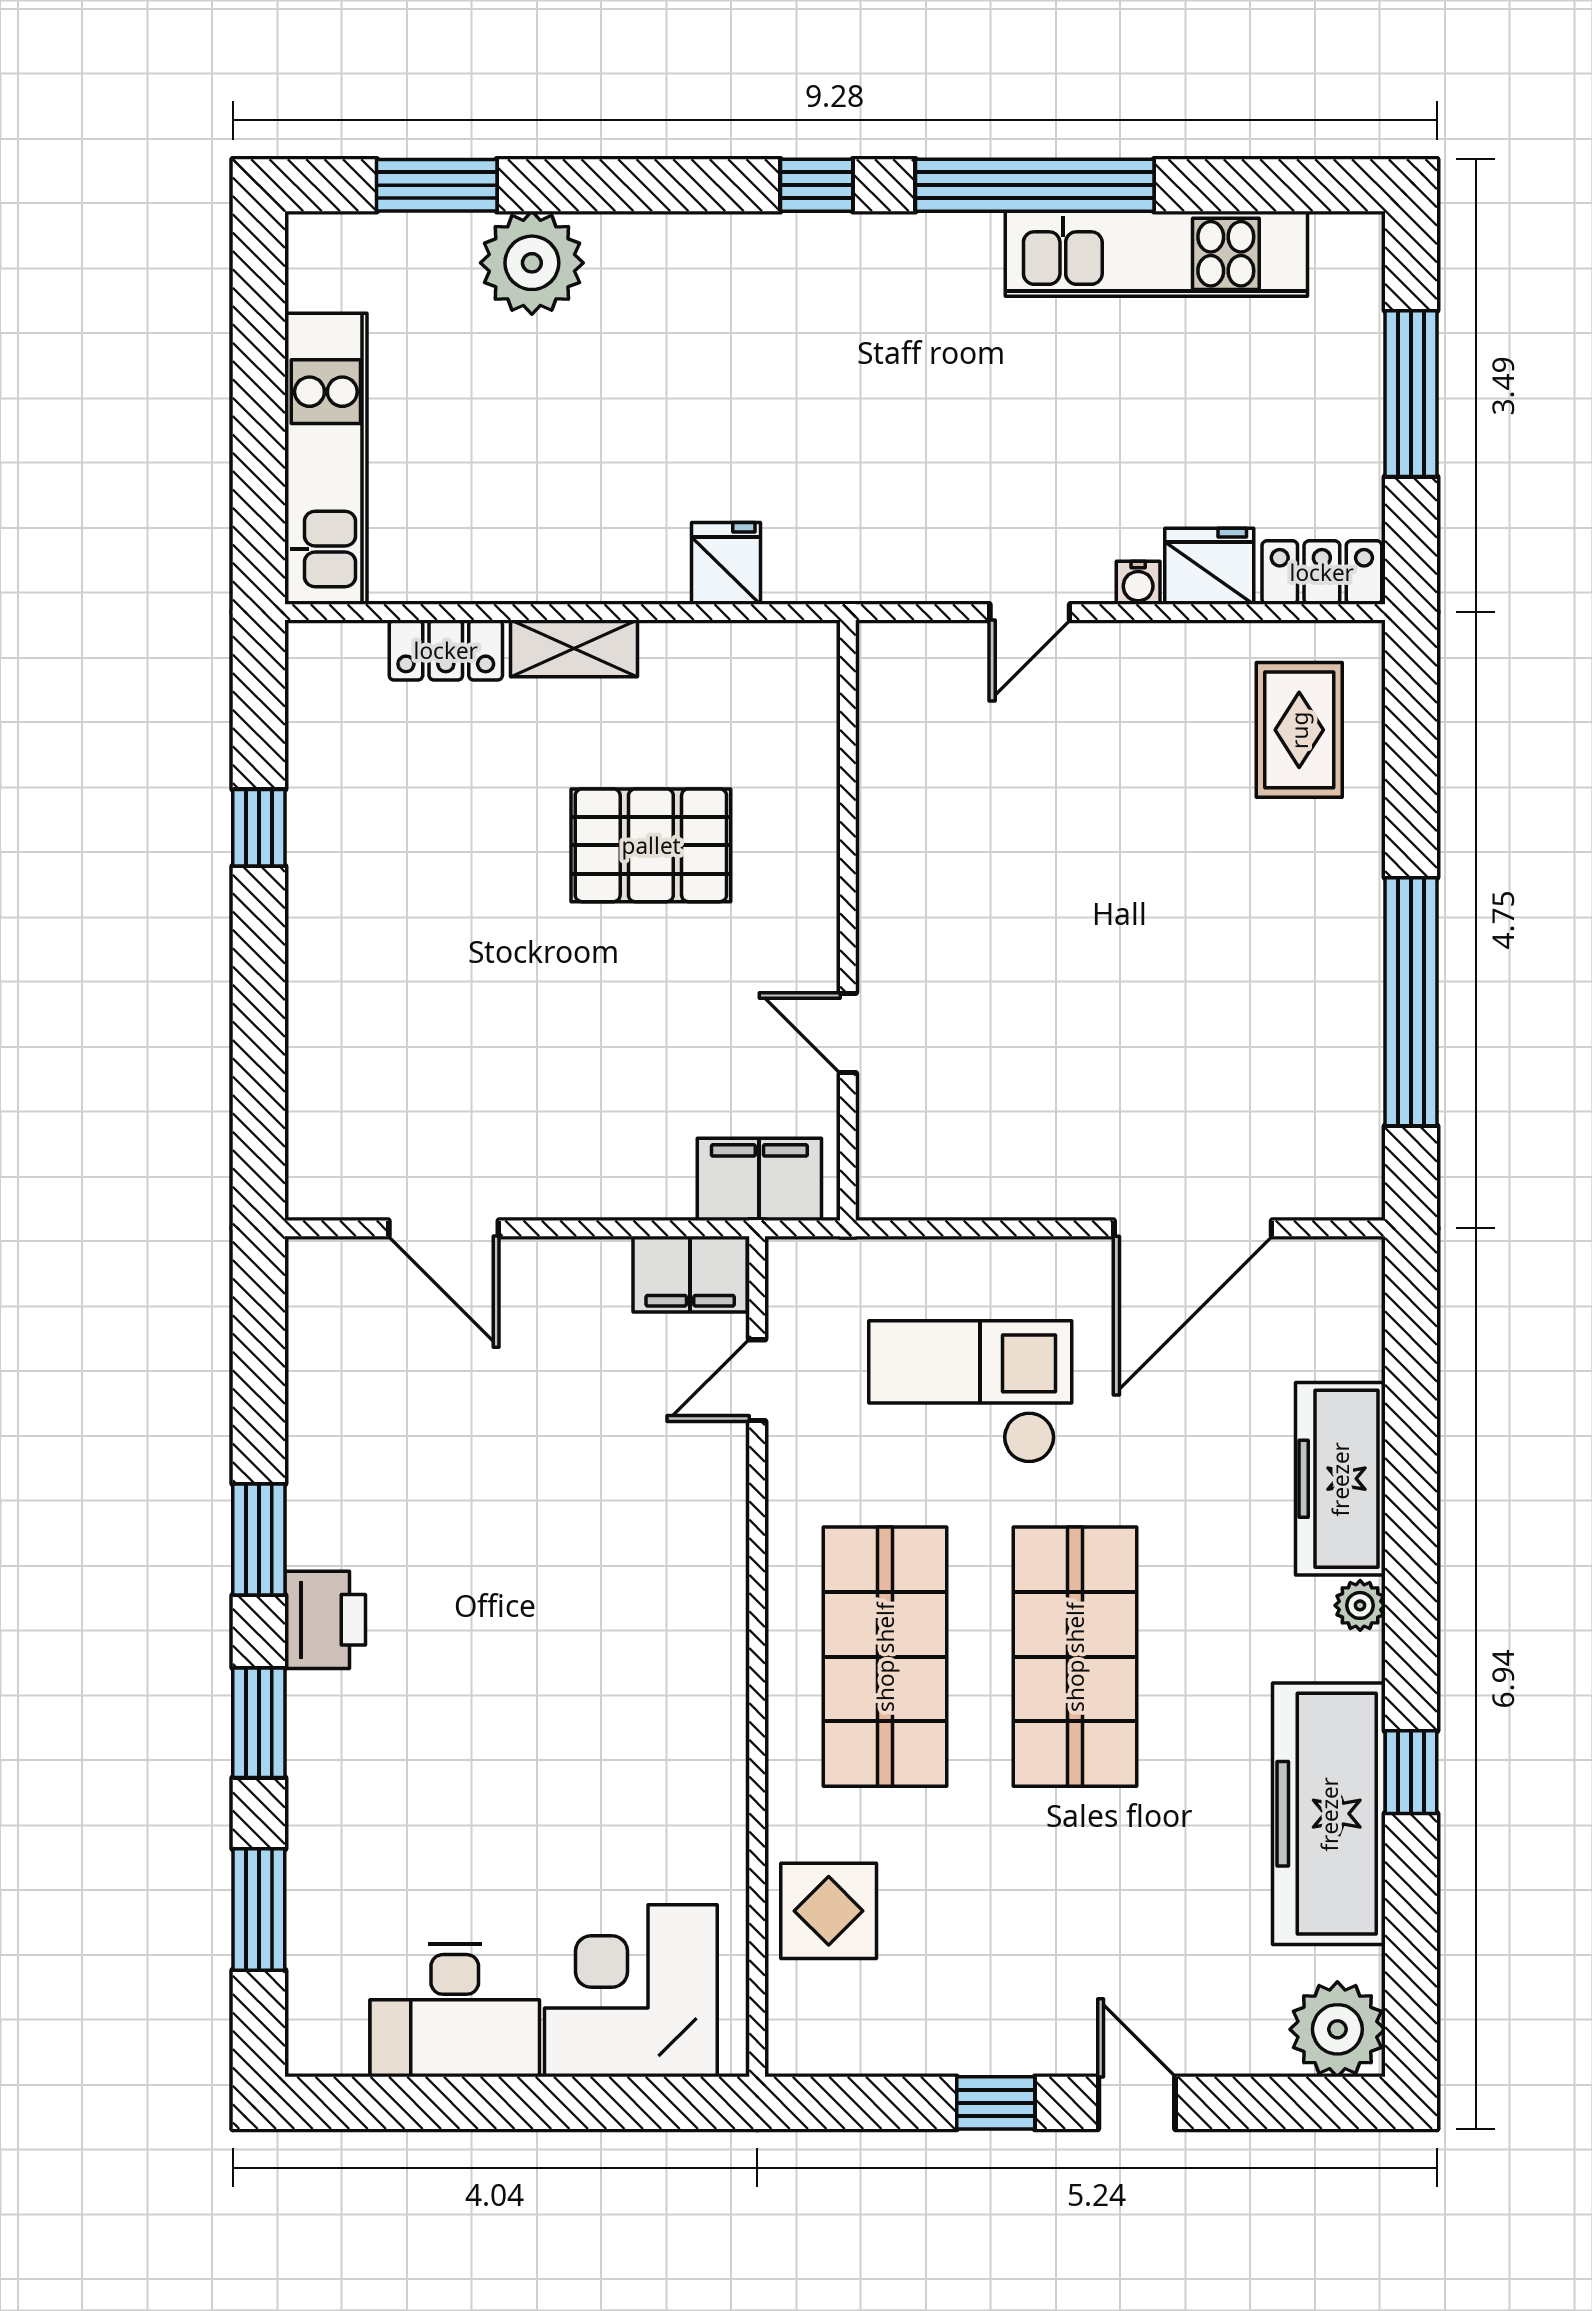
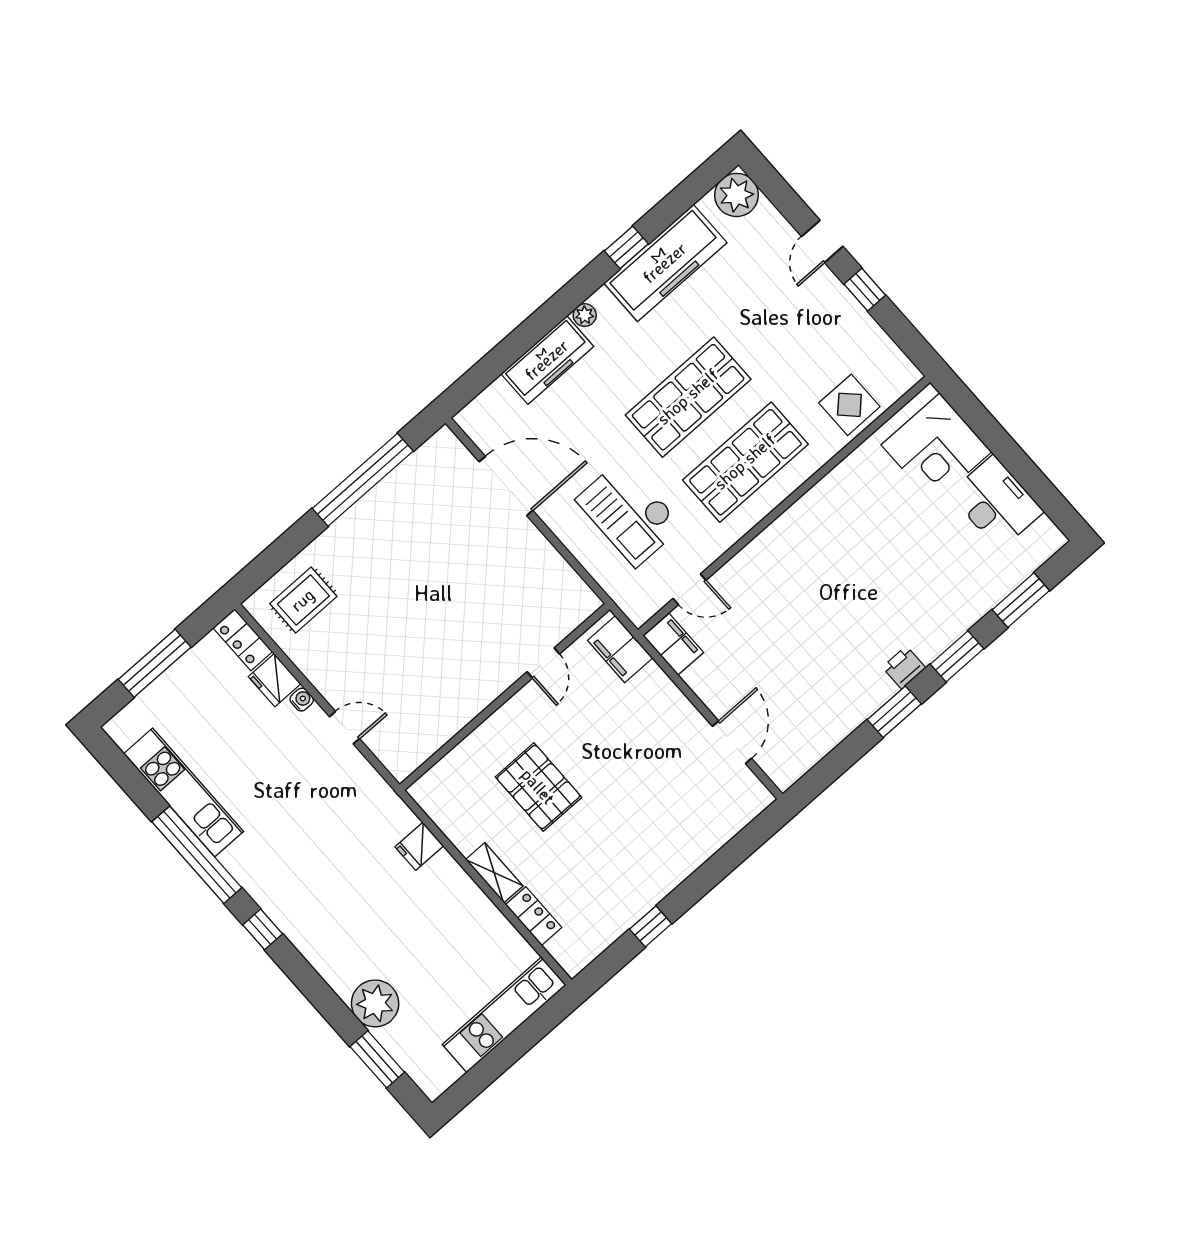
printer: (325, 1620) -> (904, 667), width x0.73, depth x0.81

